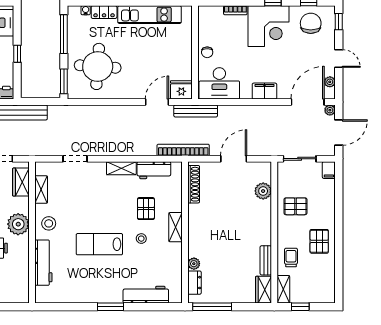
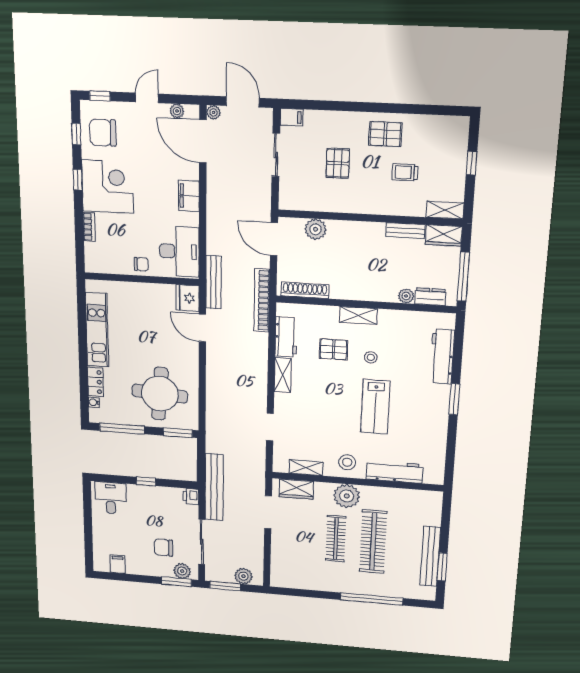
plant: (263, 191) -> (316, 229), moved
wall: (274, 232) -> (370, 218), moved
bench: (266, 260) -> (405, 231), moved
shelving: (283, 289) -> (445, 210), moved
wardrobe: (264, 290) -> (444, 235), moved

